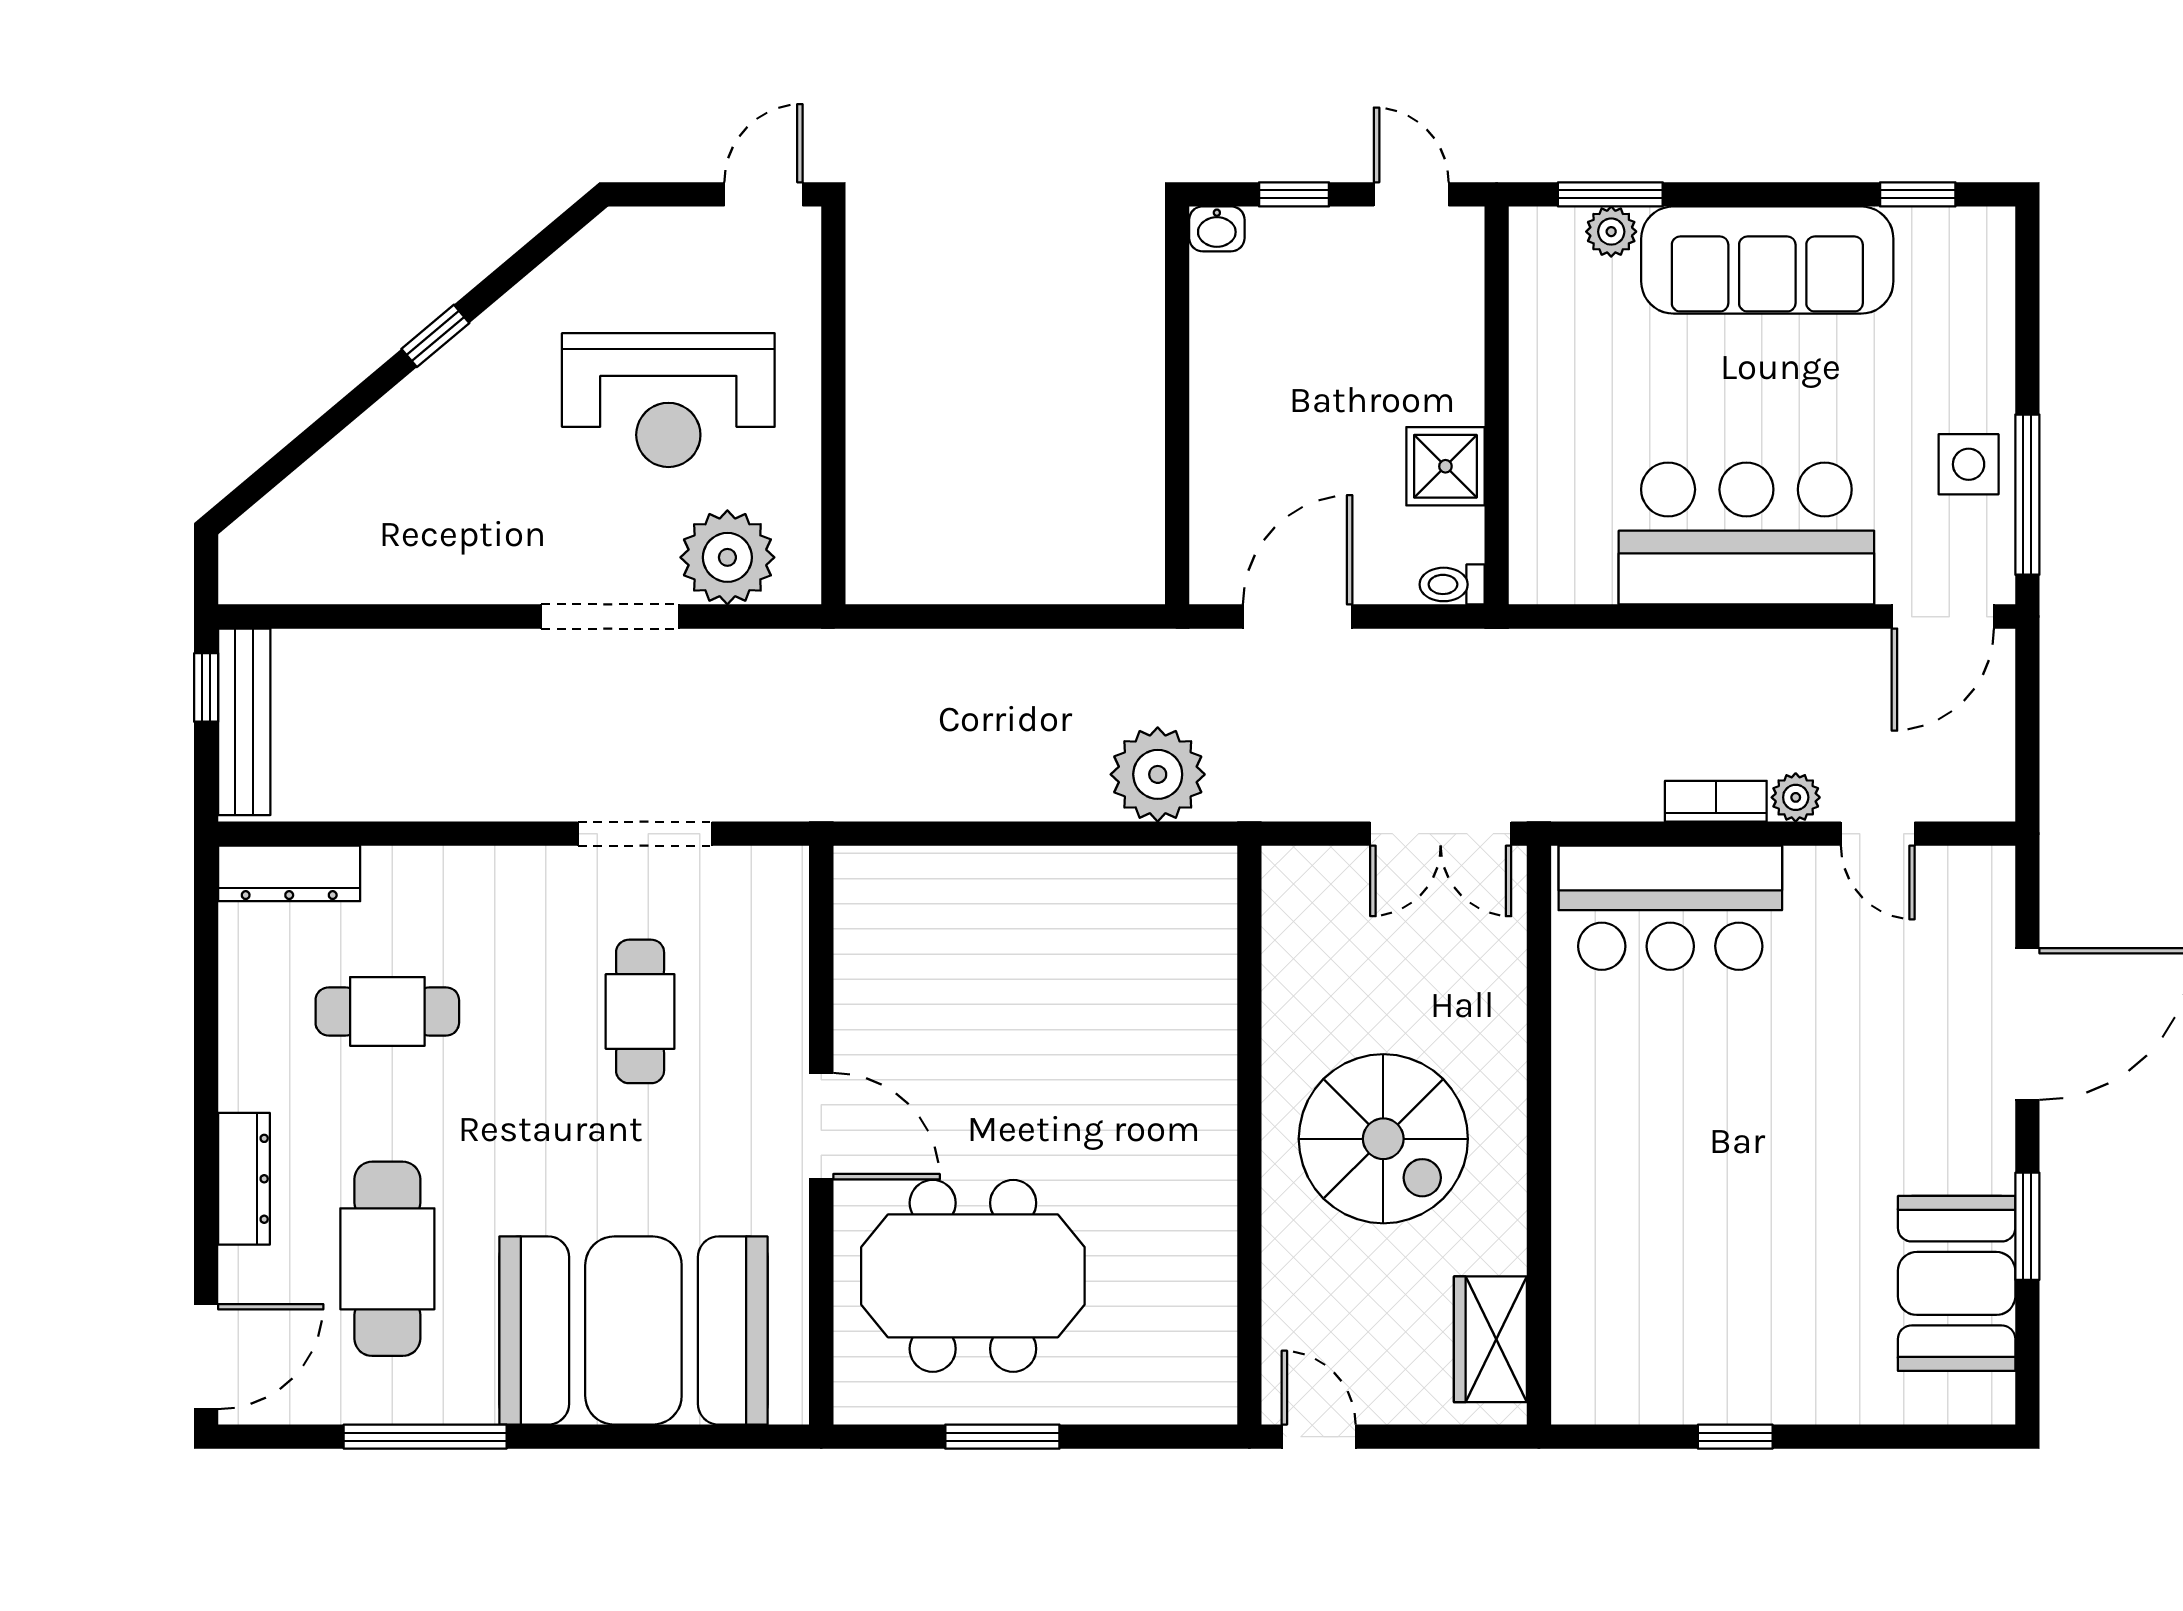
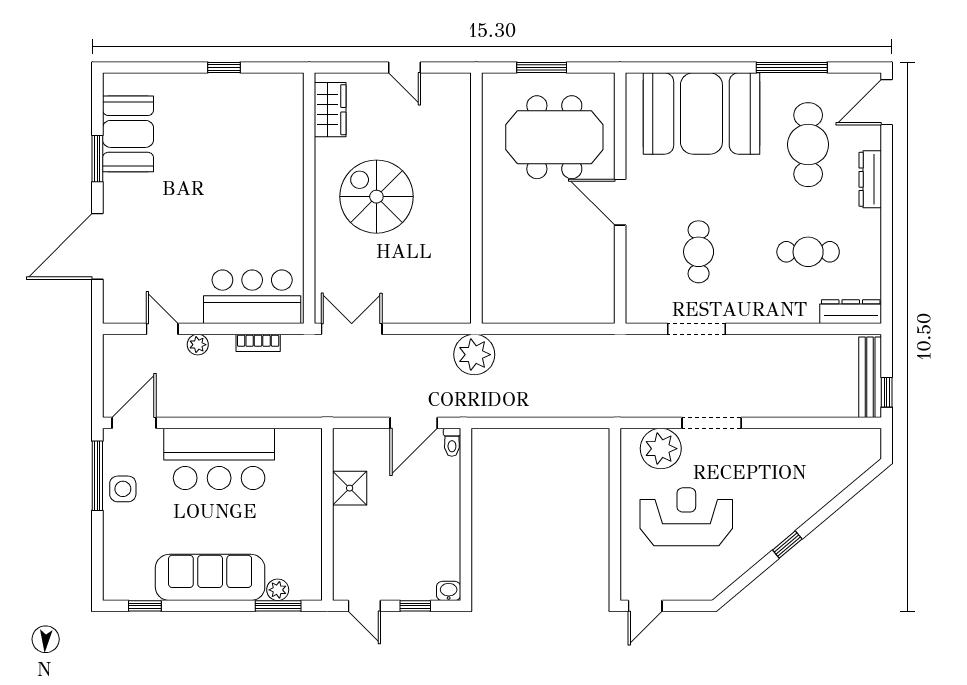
toilet: (1452, 584) -> (452, 442), moved, turned 90
bookcase: (1716, 801) -> (258, 343), moved
wall: (1249, 1135) -> (476, 198), moved

